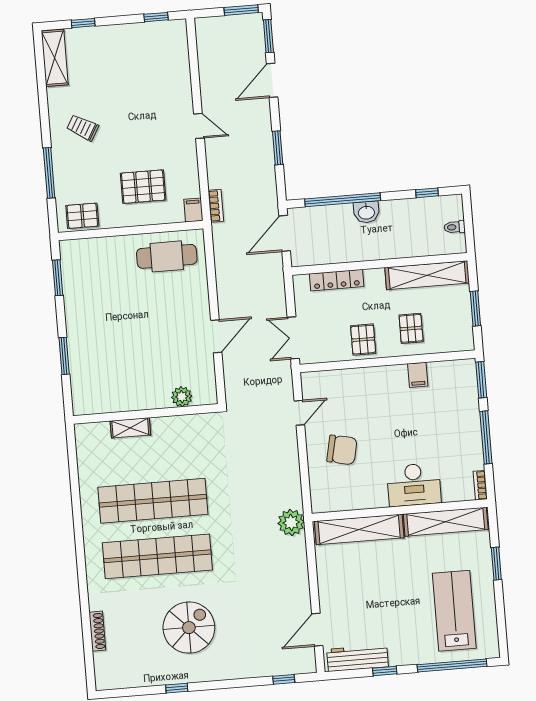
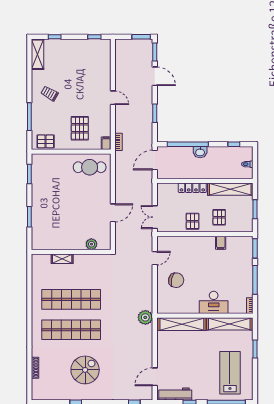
door: (272, 80) -> (155, 76), swing flipped
pallet: (143, 187) -> (80, 128), turned 90
locker: (337, 280) -> (192, 188), moved

